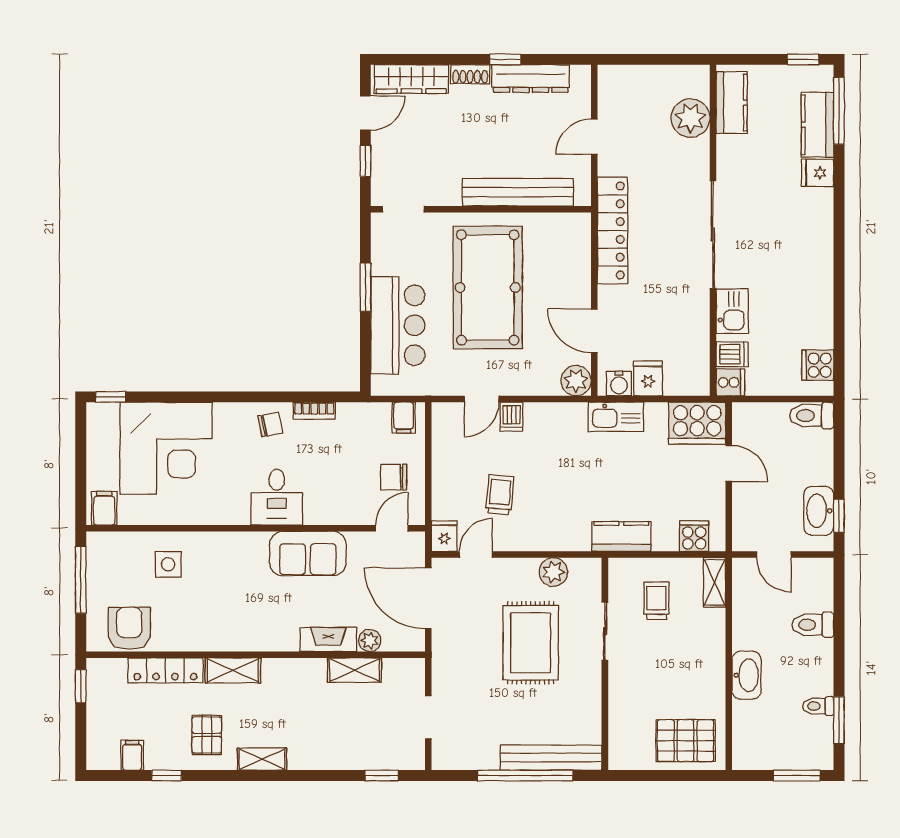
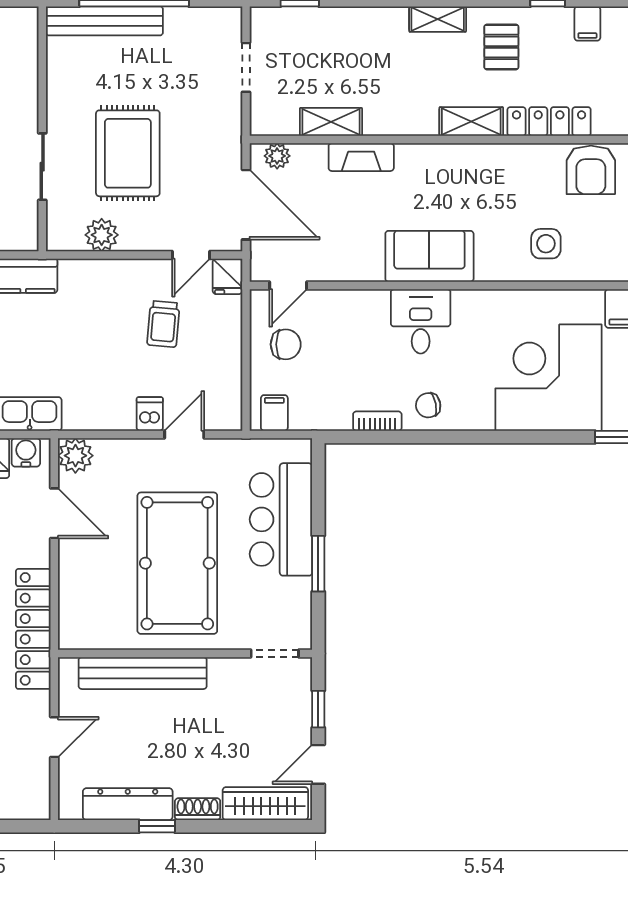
sofa: (308, 553) -> (429, 256), moved
plant: (370, 640) -> (277, 156), moved

